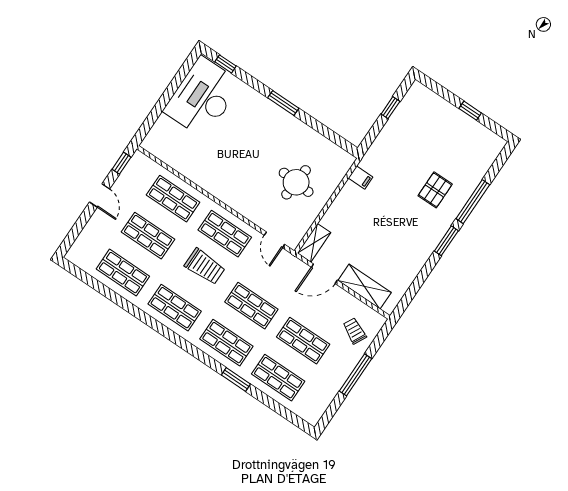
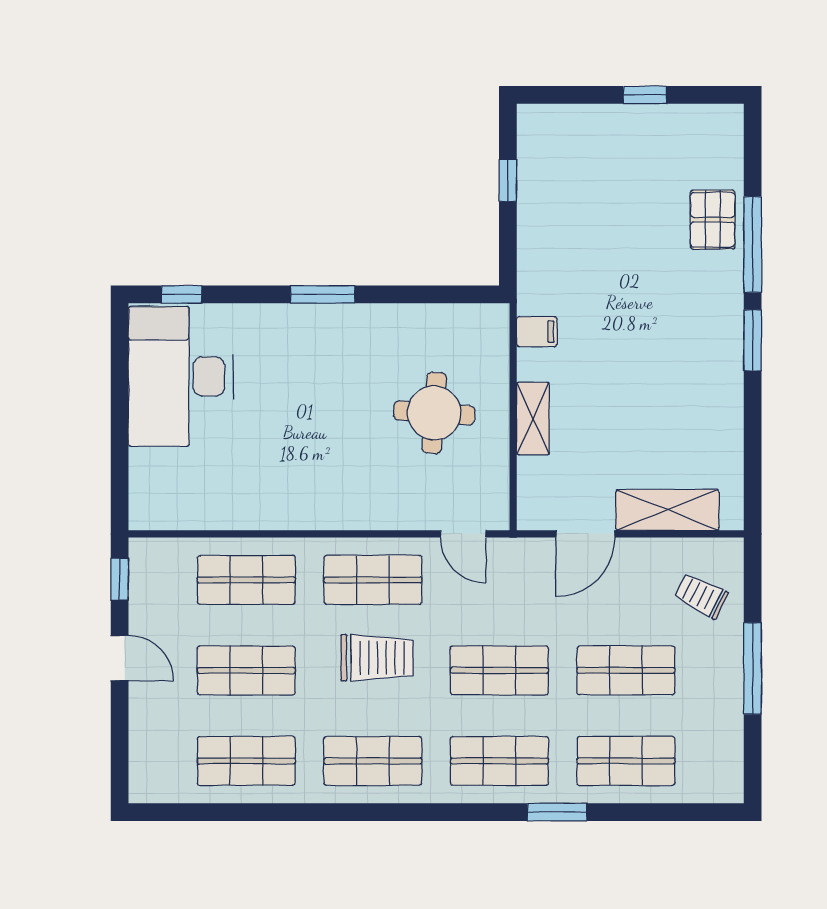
pallet: (435, 190) -> (713, 220), moved
shelving: (314, 243) -> (533, 419), moved

